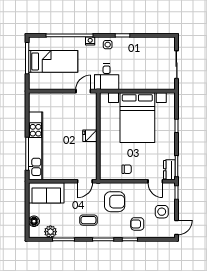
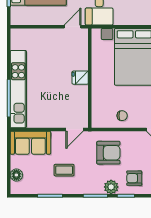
coffee table: (88, 220) -> (64, 170), moved
plant: (50, 232) -> (111, 187), moved

